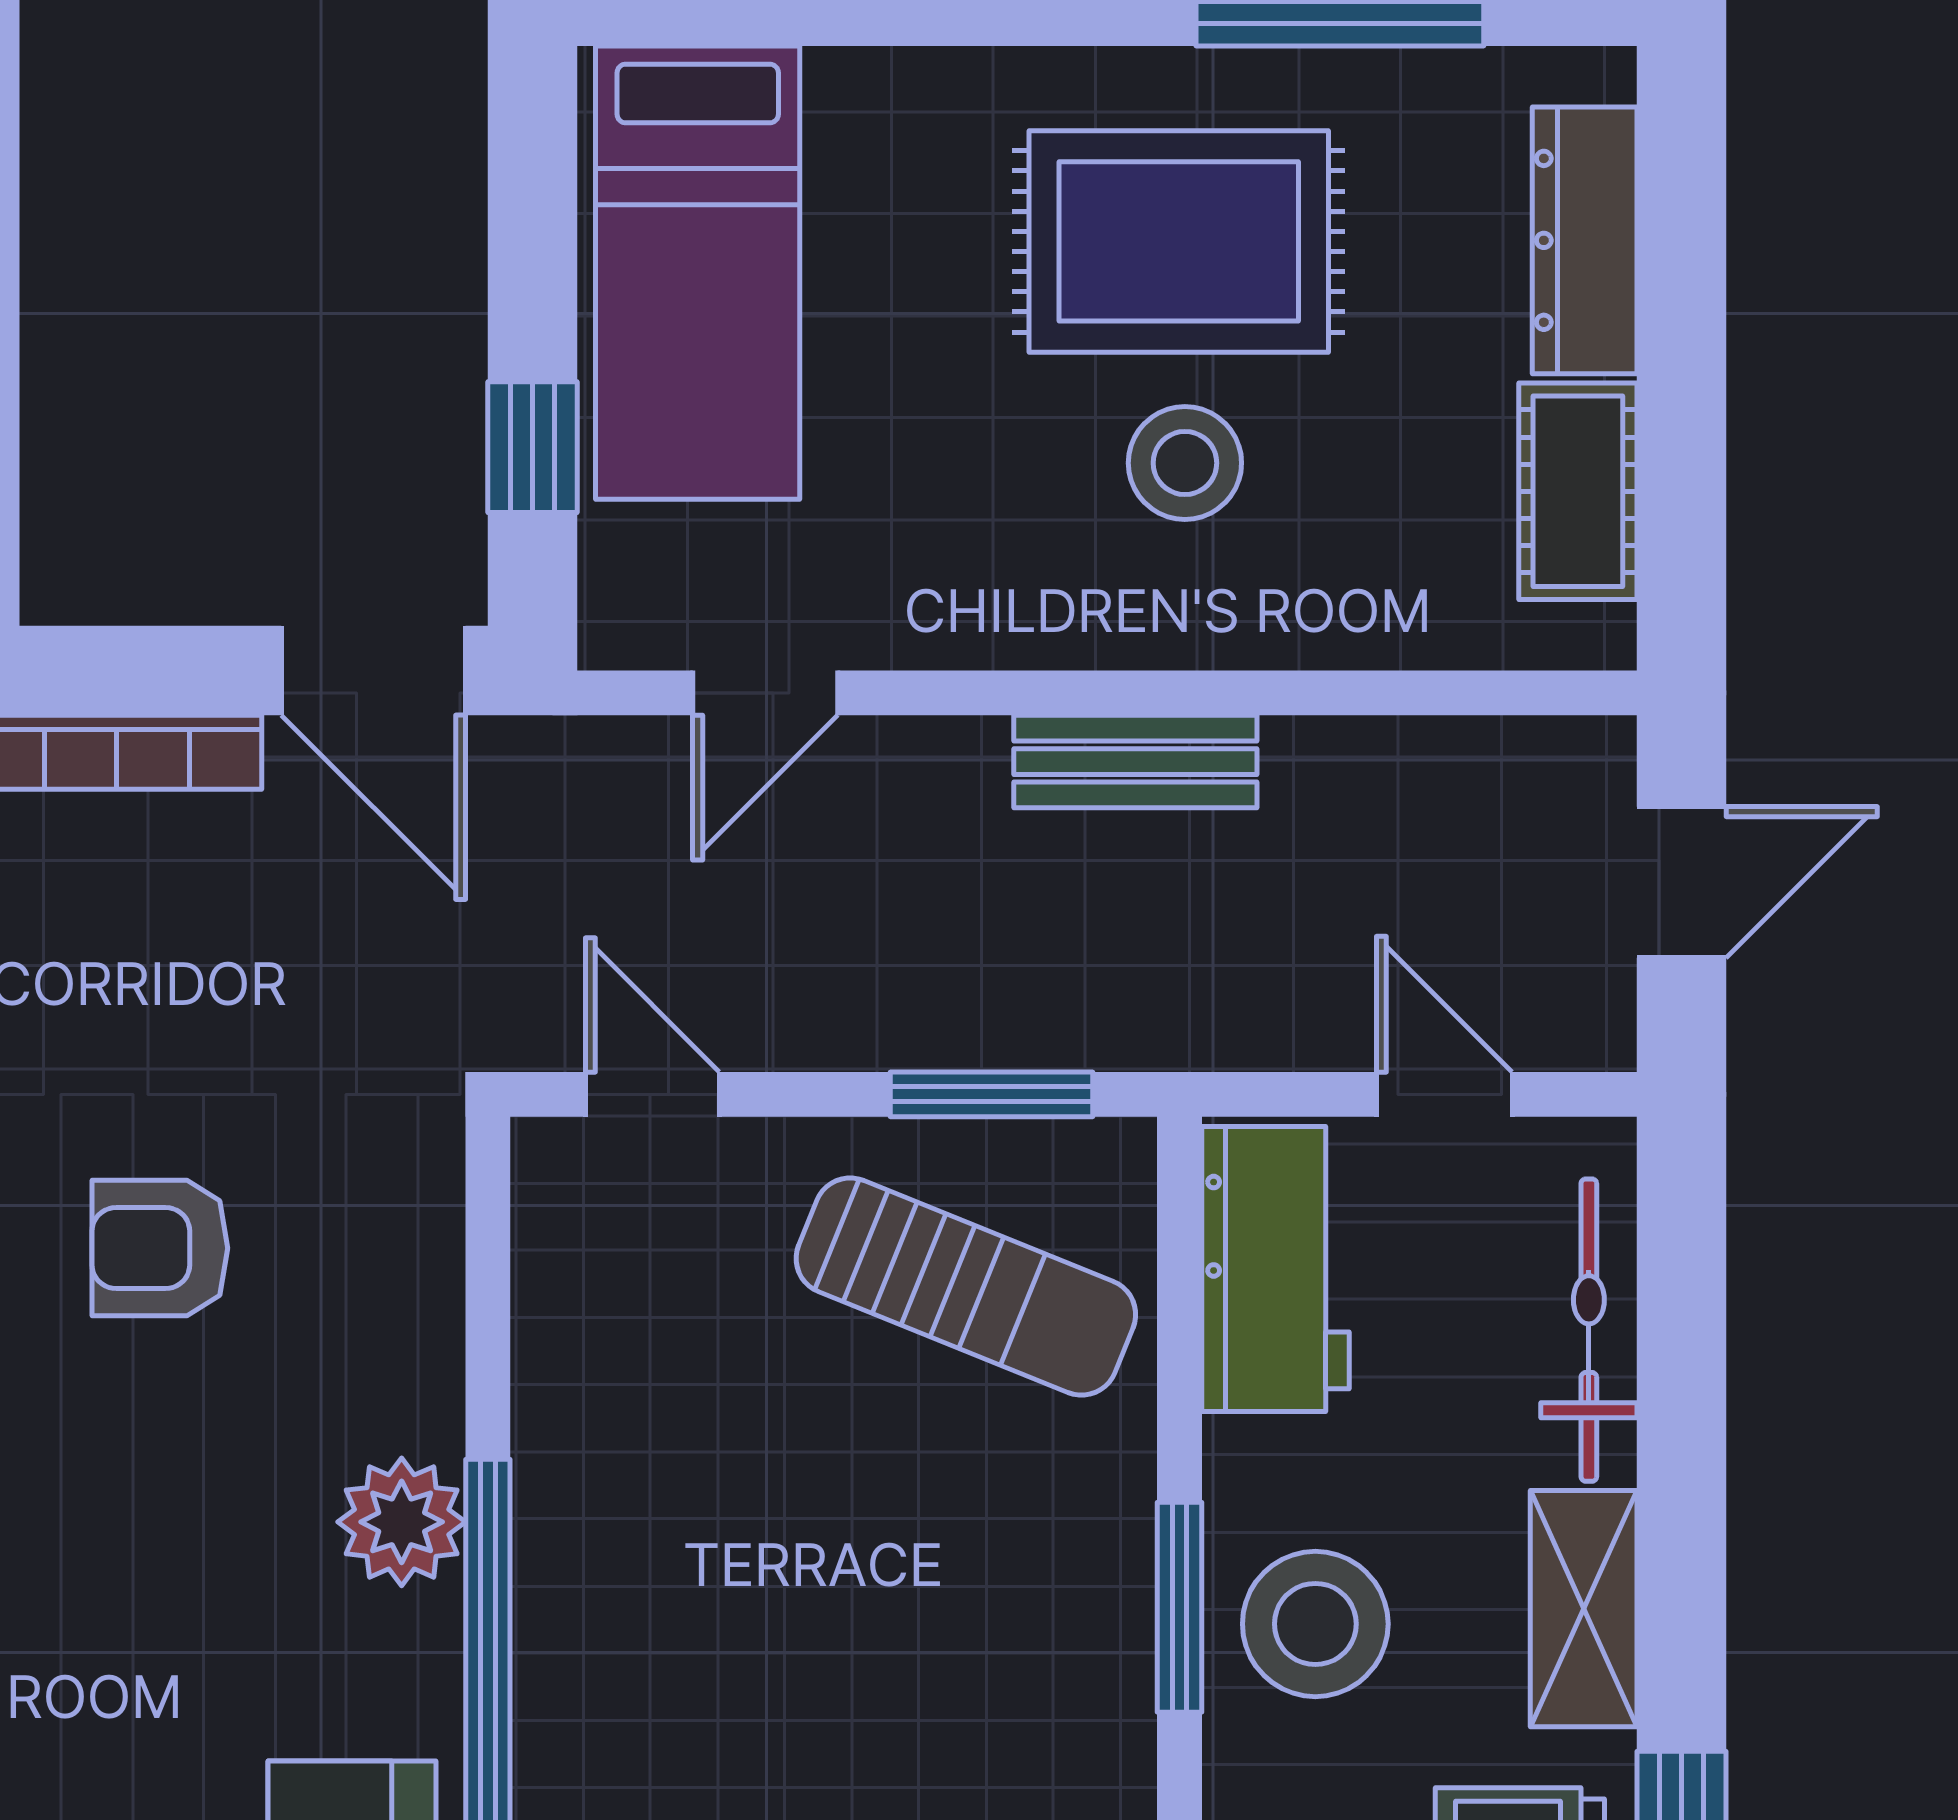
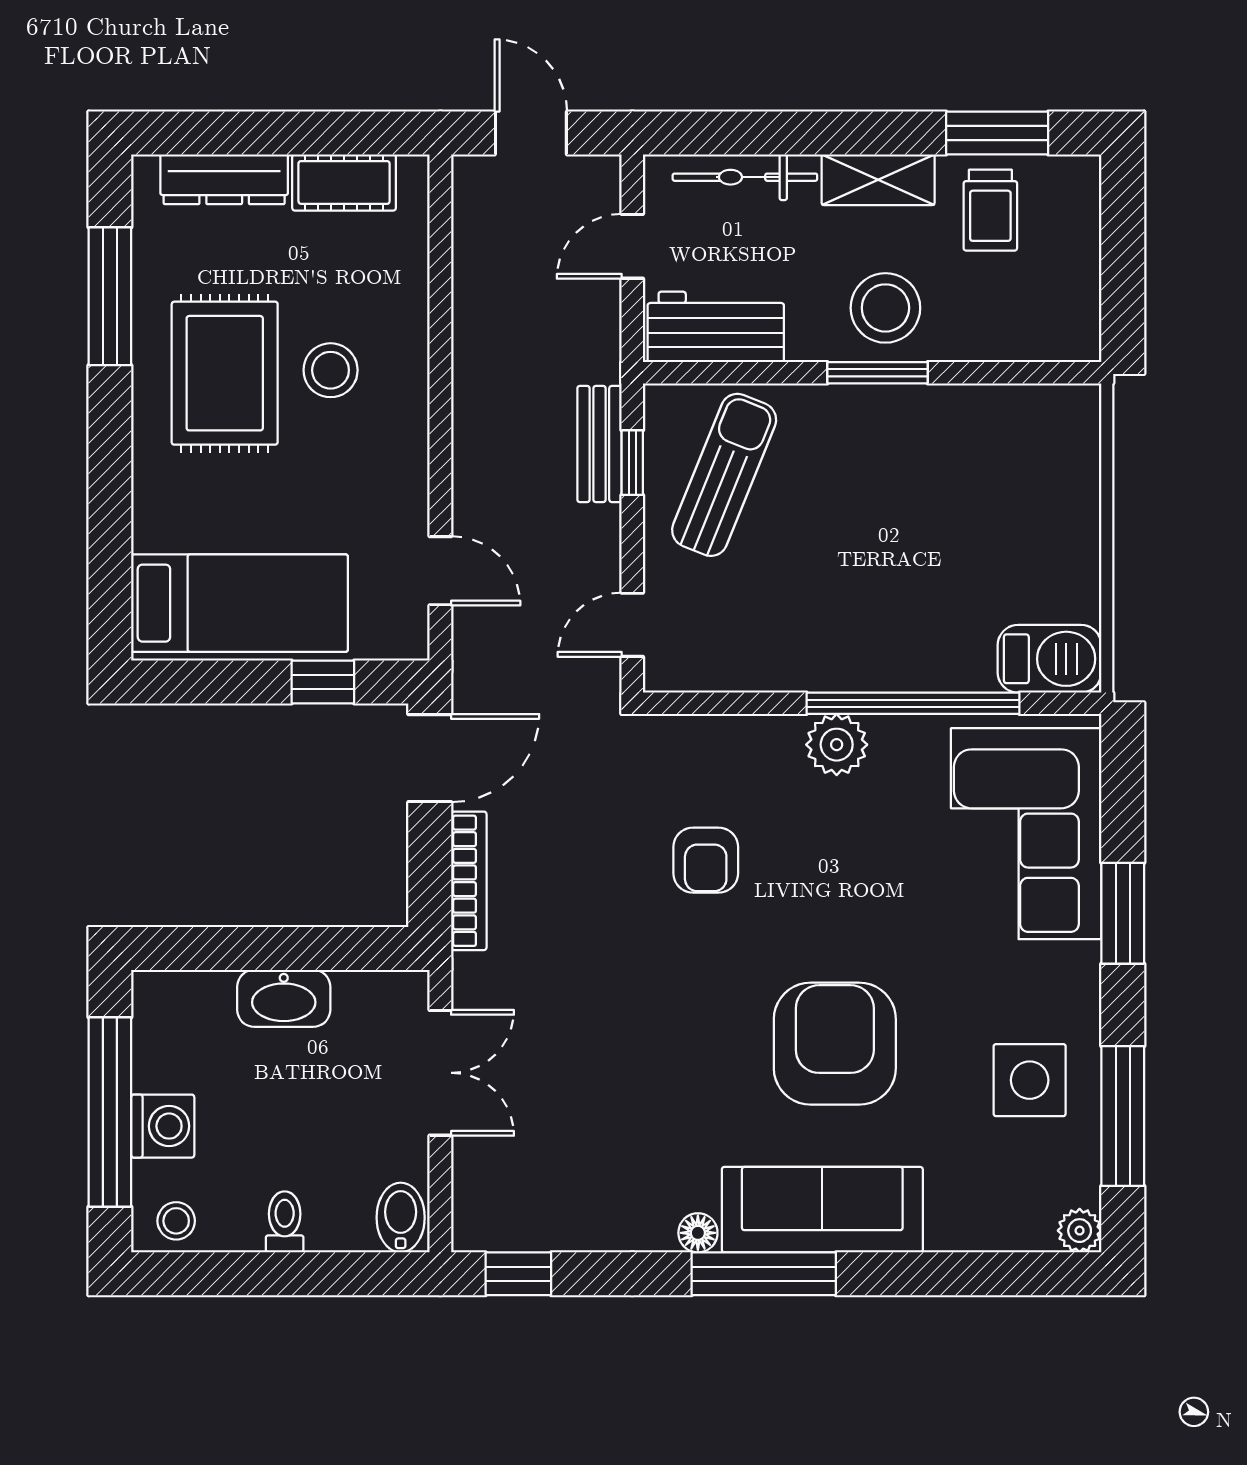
bench: (1135, 762) -> (599, 444), moved
window: (991, 1094) -> (632, 463), width x0.67

